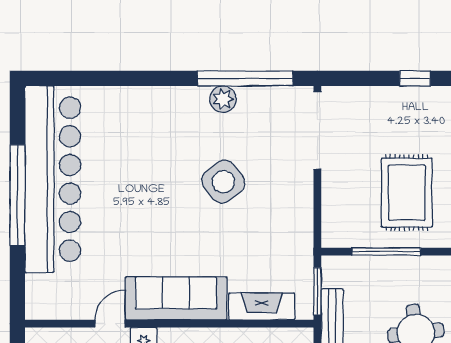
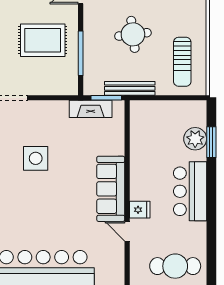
side table: (223, 182) -> (36, 158), turned 38
fireplace: (262, 306) -> (91, 109), moved, turned -90

